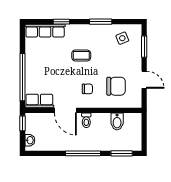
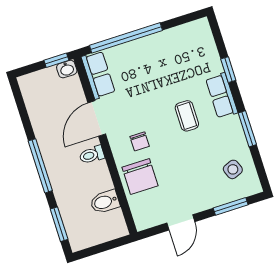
row of seats: (45, 31) -> (222, 96), moved, width x0.68
chair: (116, 86) -> (140, 177), moved
washbasin: (30, 140) -> (67, 69), moved

